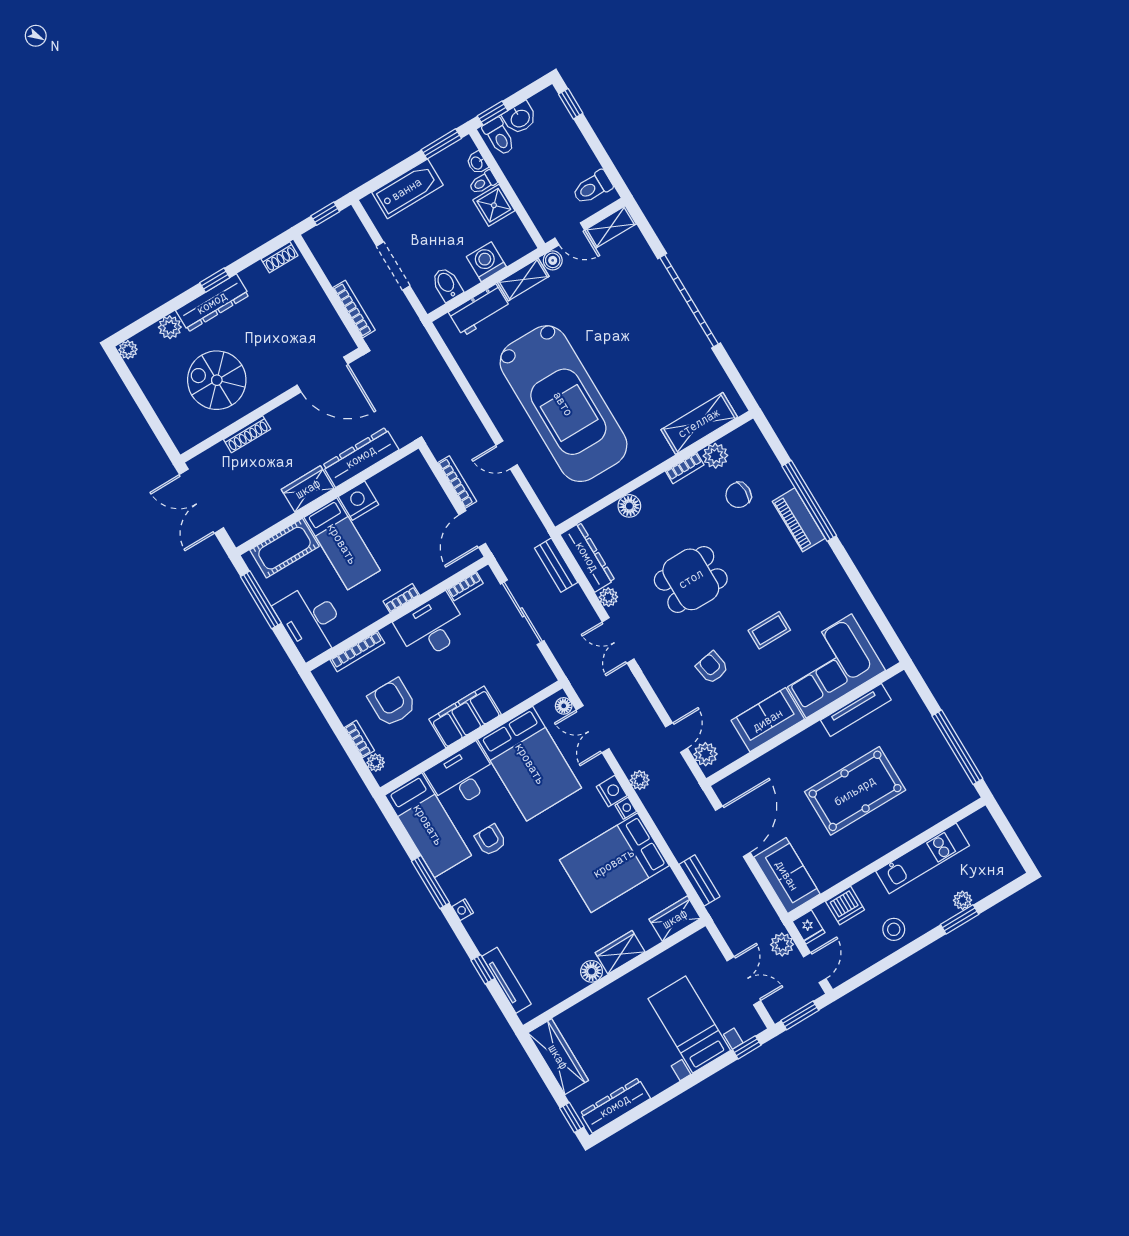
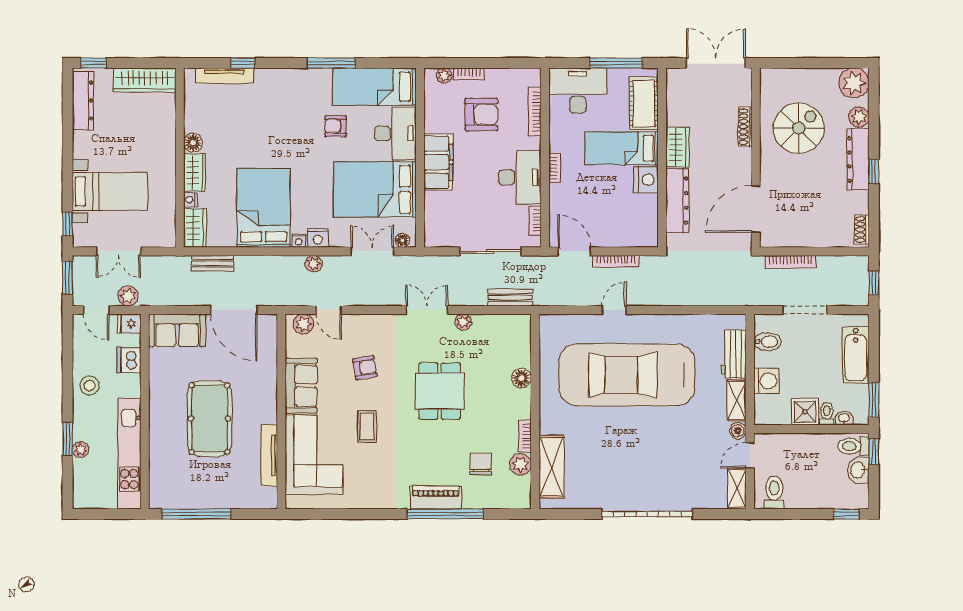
plant: (128, 350) -> (854, 83), width x1.87, depth x1.87
dresser: (587, 557) -> (502, 324), removed
armchair: (490, 840) -> (336, 126), turned 180
kitchen unit: (923, 858) -> (129, 453), width x1.36
nightstand: (463, 910) -> (190, 200), moved, turned -90

